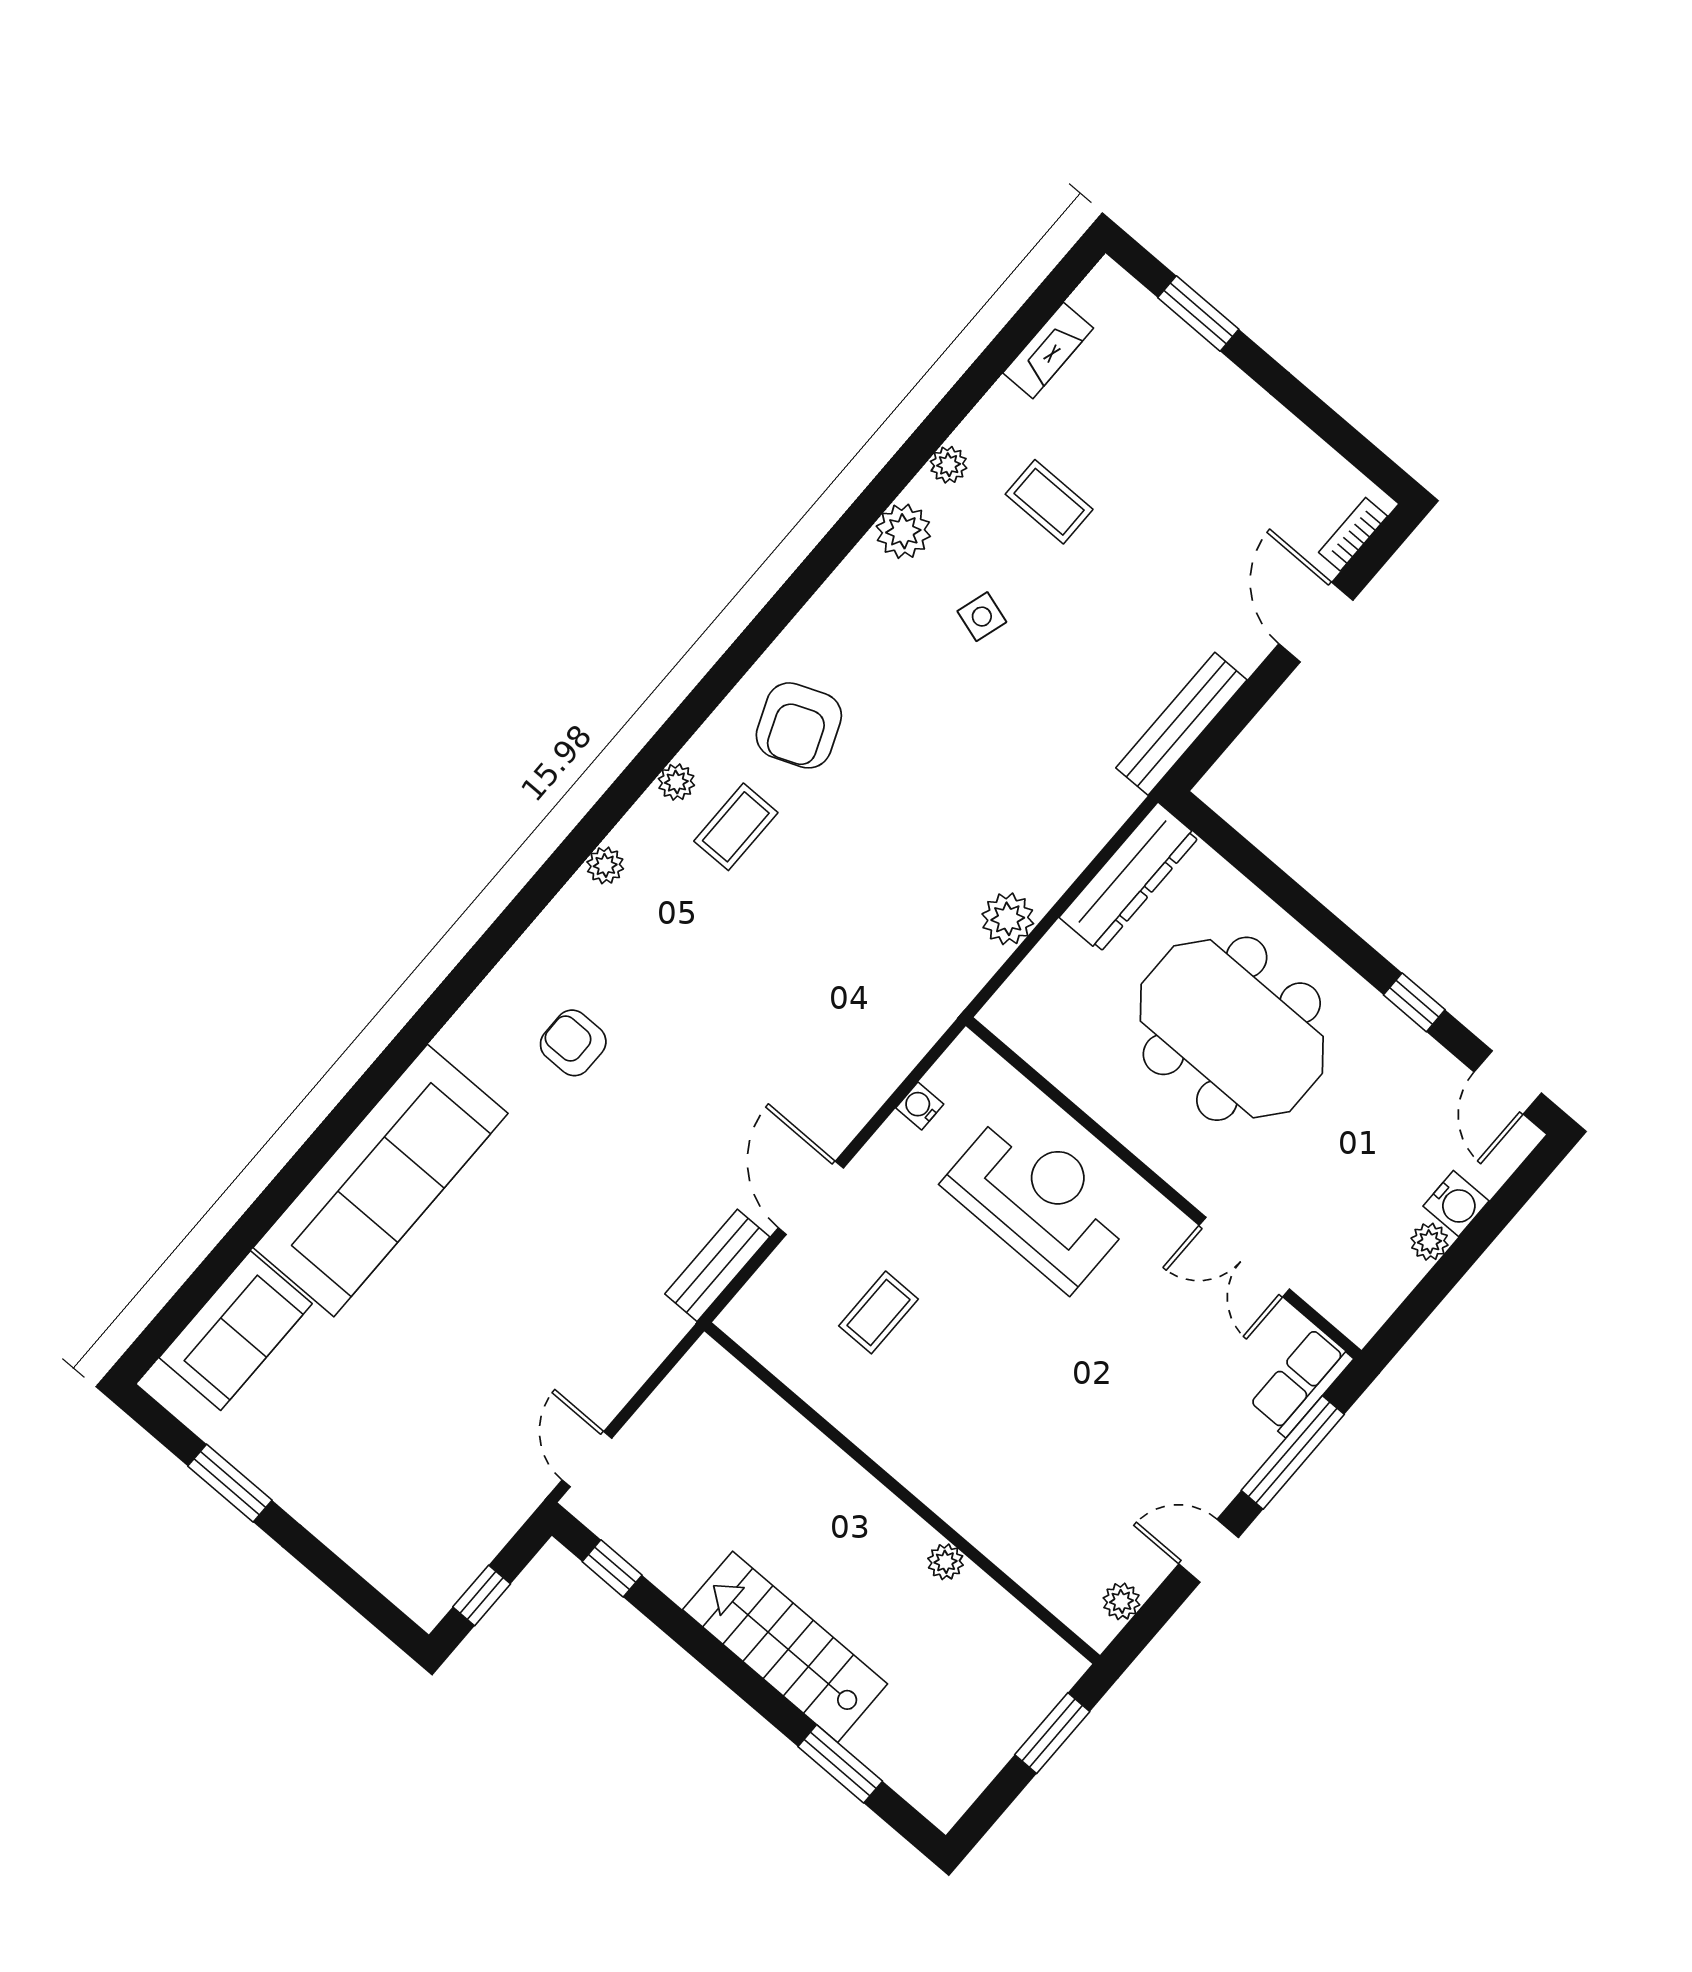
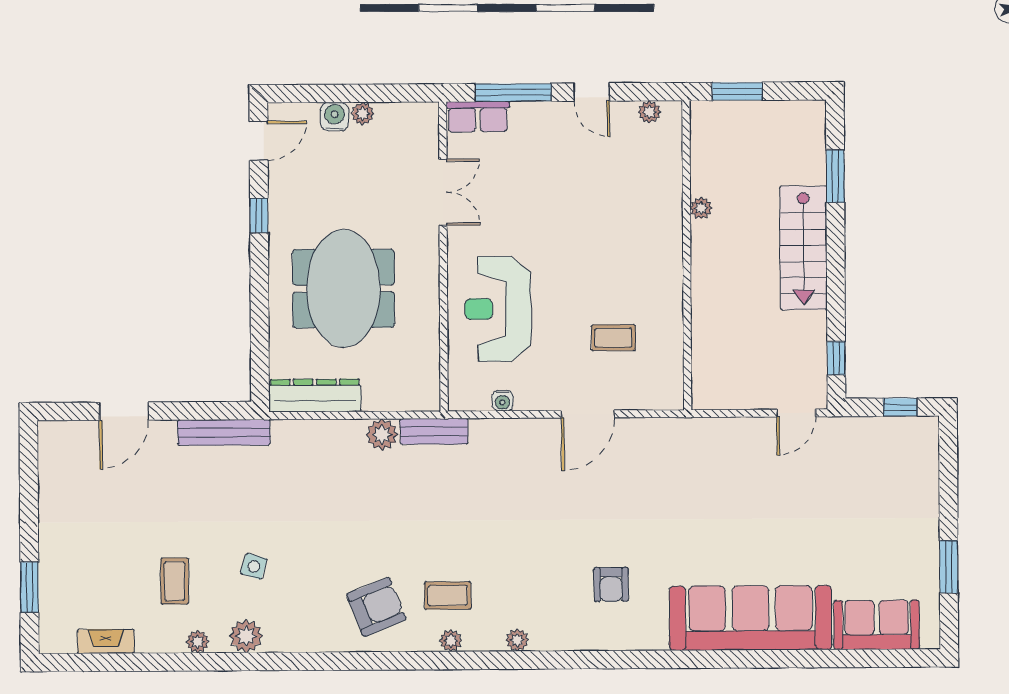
bookcase: (1353, 534) -> (69, 429), removed
bench: (717, 1265) -> (434, 431), moved

